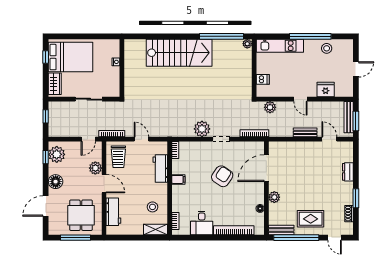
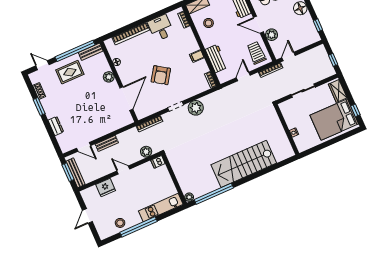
dishwasher: (263, 79) -> (158, 162), moved
door: (141, 139) -> (243, 76), swing flipped
plant: (57, 154) -> (310, 32), removed

